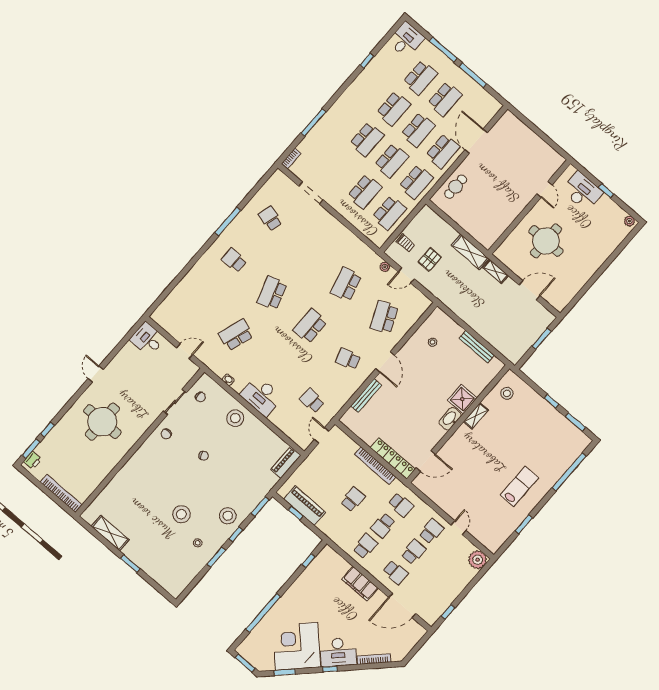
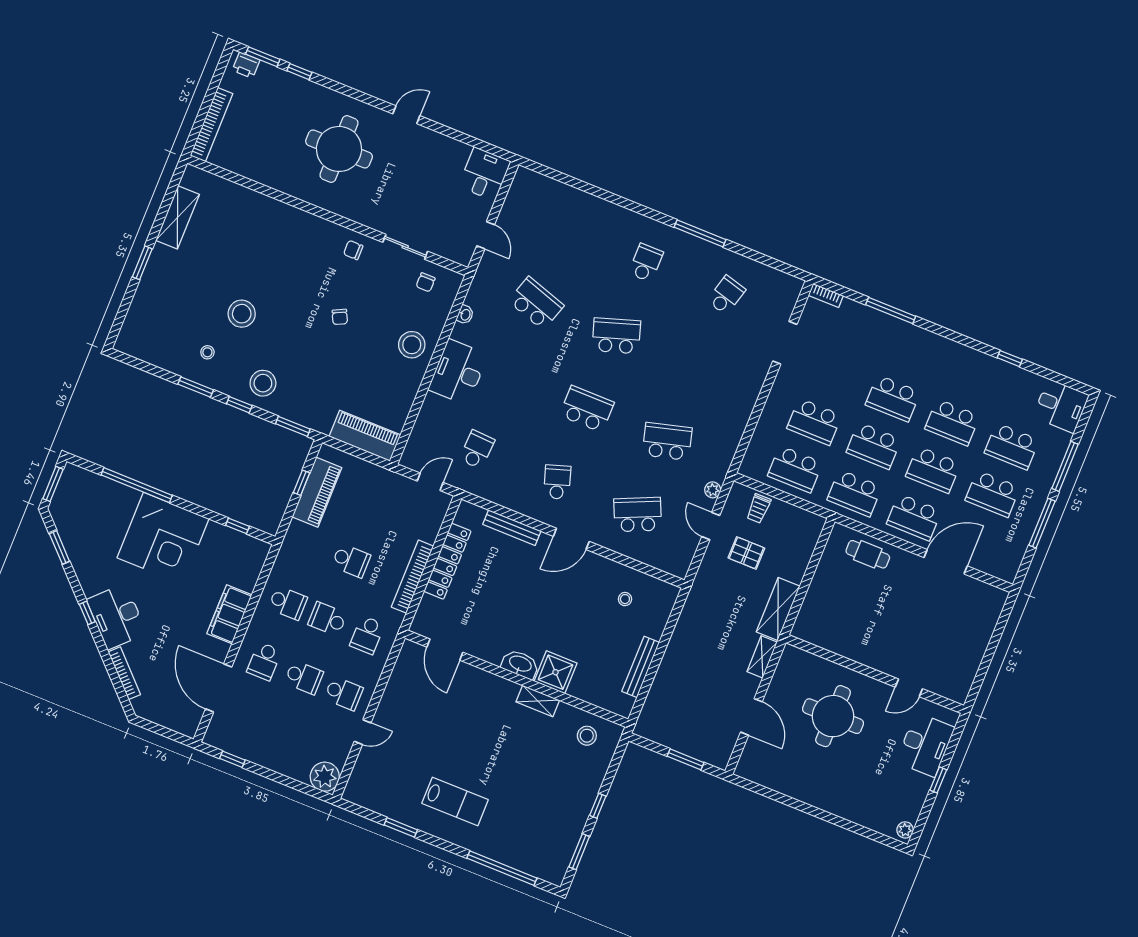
locker: (393, 458) -> (447, 561), moved
piano: (286, 462) -> (365, 436), width x1.37, depth x1.33
corner desk: (296, 646) -> (163, 538), moved, turned 135

